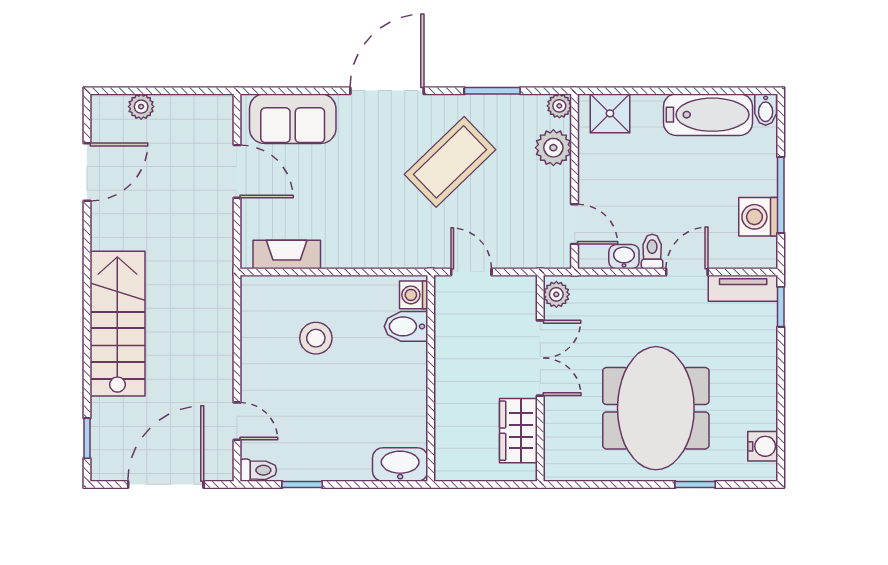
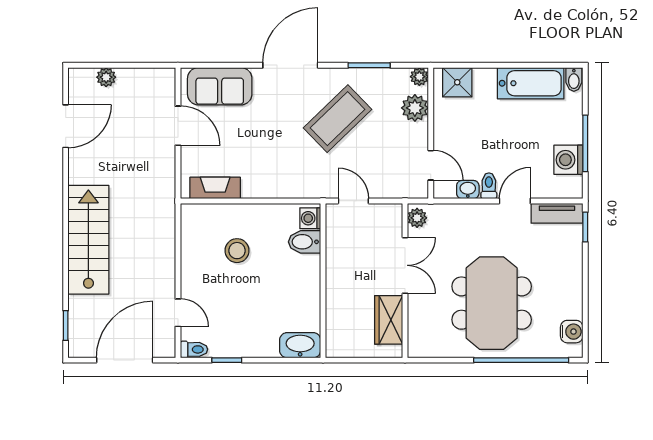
window: (695, 484) -> (521, 360), width x3.17

